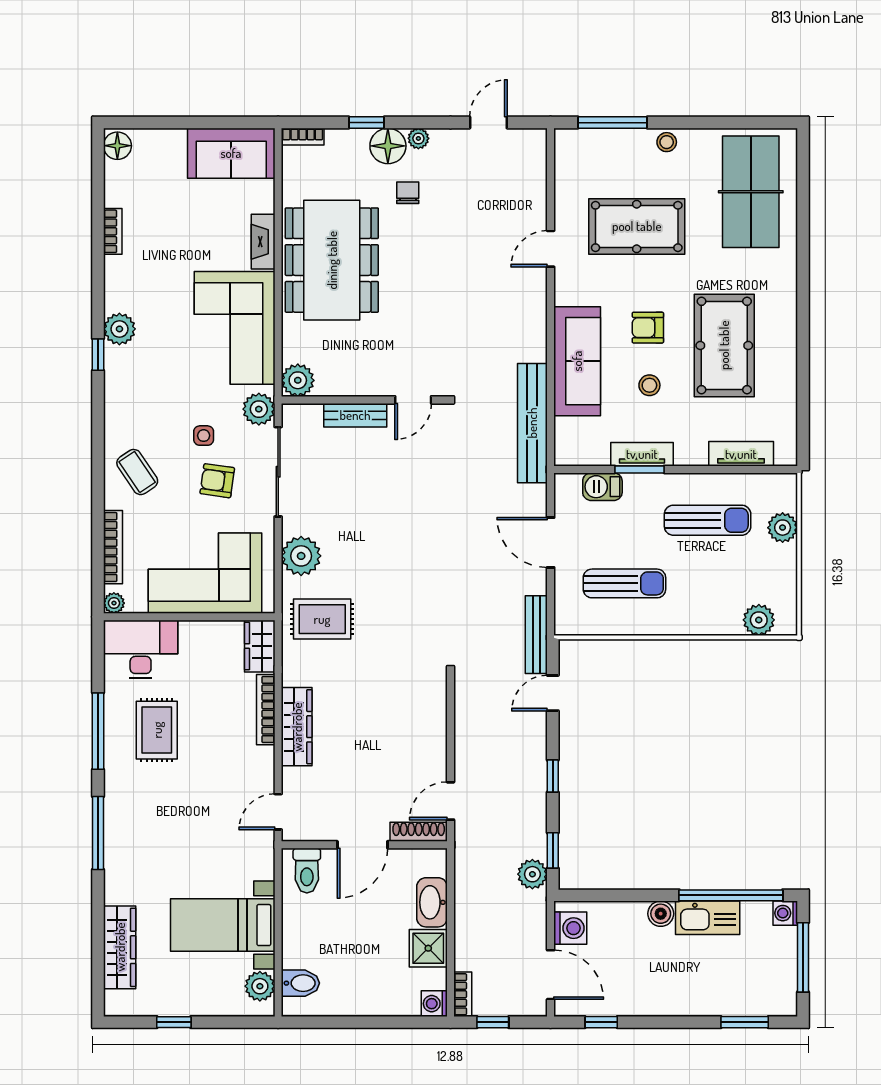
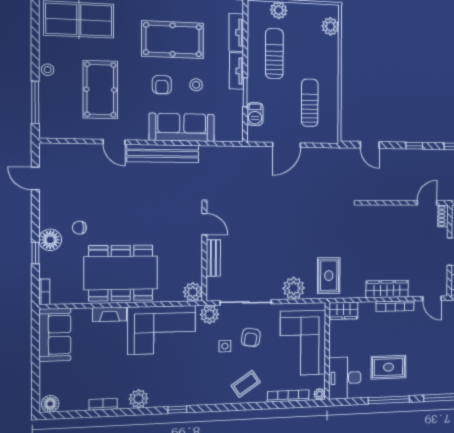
plant: (418, 138) -> (45, 221), removed
plant: (119, 329) -> (139, 399), moved
bench: (532, 423) -> (163, 153), moved
tv unit: (642, 454) -> (236, 71), moved
bench: (536, 635) -> (338, 154), removed
bookcase: (266, 710) -> (395, 306), moved
door: (450, 801) -> (427, 203), swing flipped
shoe rack: (419, 832) -> (443, 216), width x0.70

